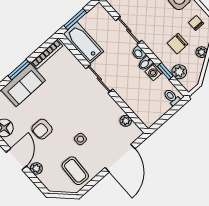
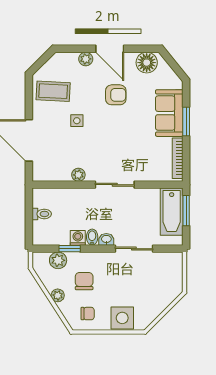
bathtub: (83, 43) -> (172, 212), moved, turned 90
toilet: (172, 97) -> (42, 214), moved
plant: (126, 121) -> (78, 175), moved
armchair: (42, 129) -> (116, 95), turned 90

